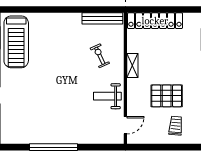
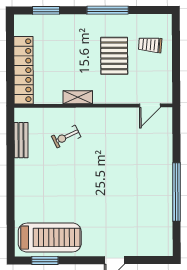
bench: (102, 18) -> (21, 140), width x0.73
weight bench: (107, 96) -> (115, 127), removed
door: (125, 125) -> (150, 105), swing flipped

